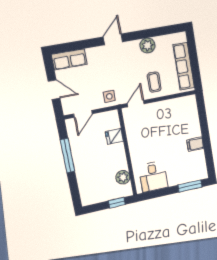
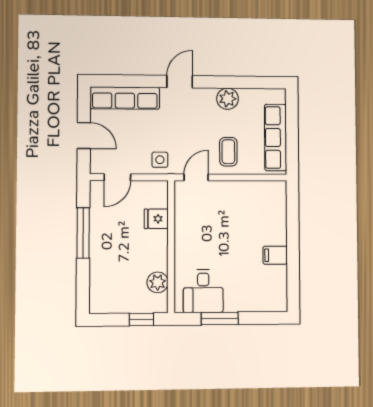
row of seats: (69, 59) -> (125, 98), width x1.48
window: (190, 186) -> (220, 318), moved

